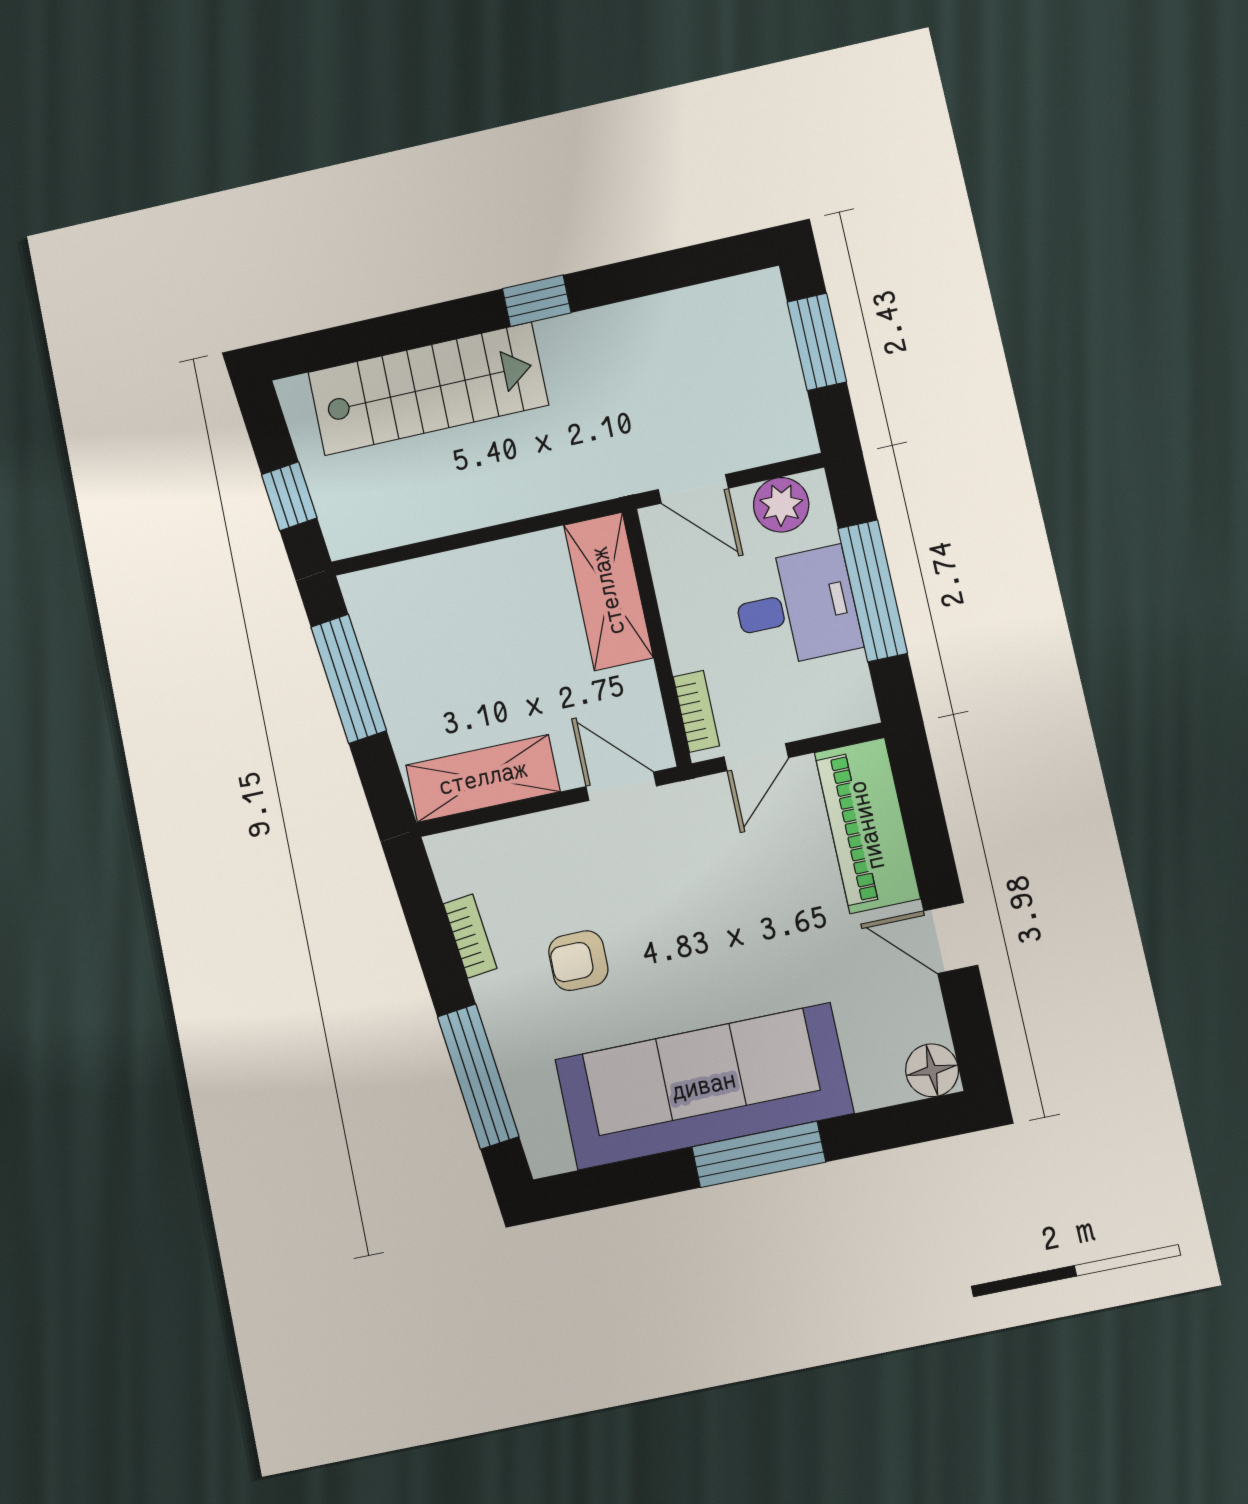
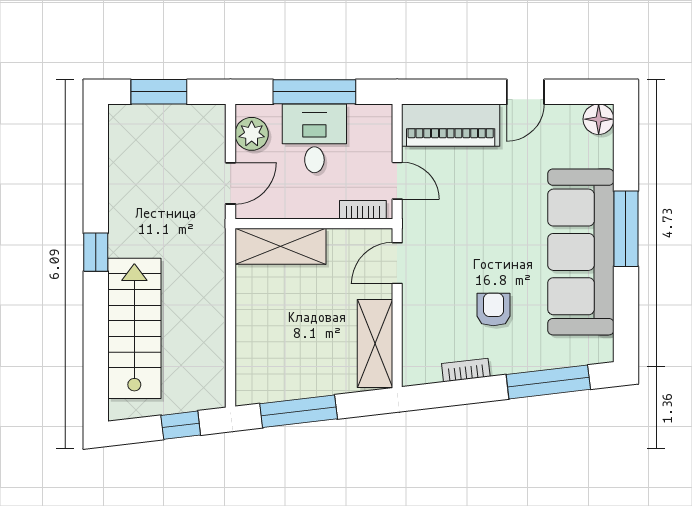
armchair: (578, 961) -> (493, 309), turned 180

